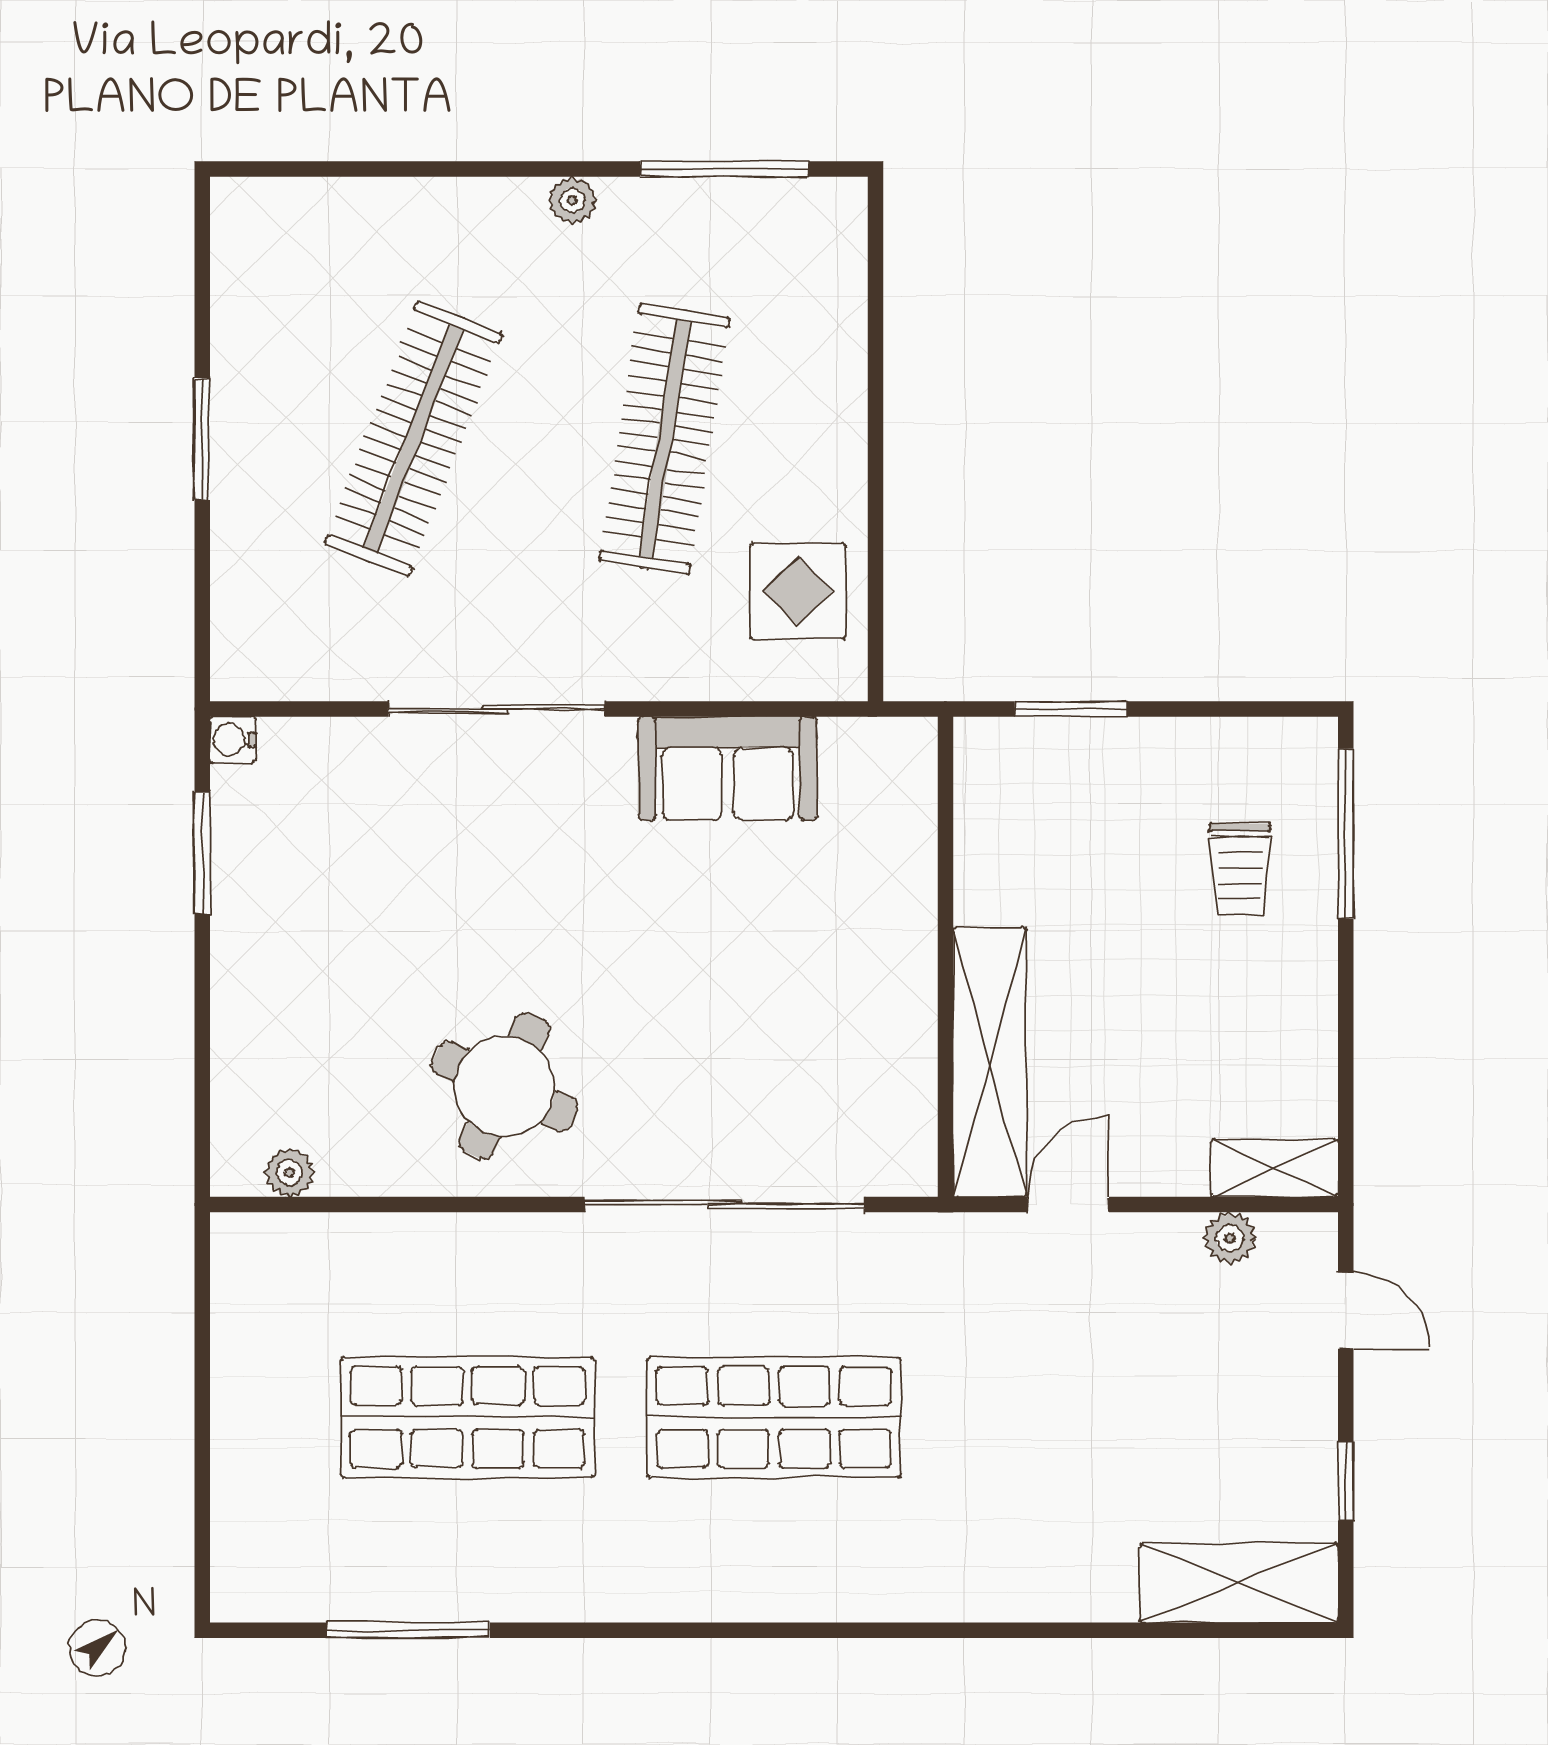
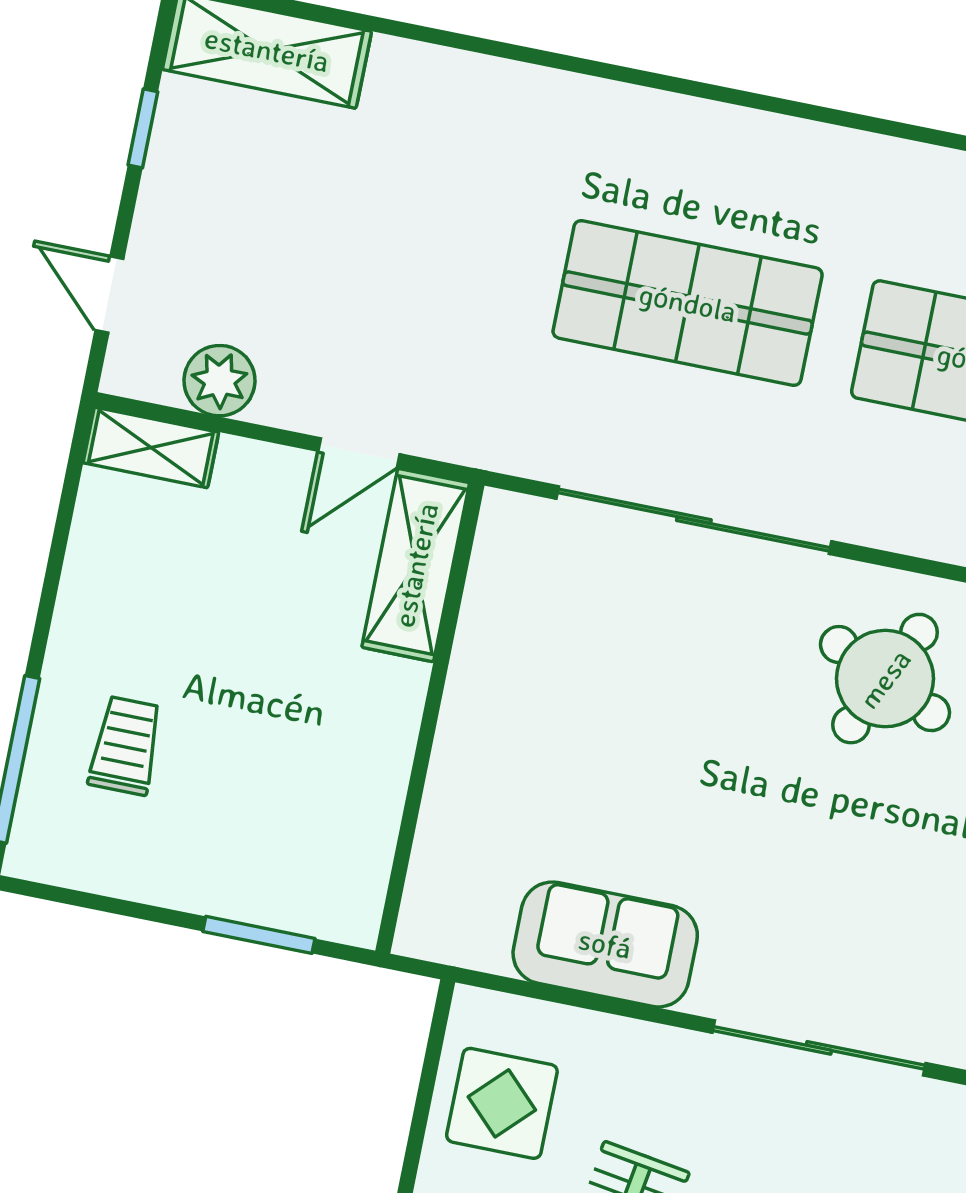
shelving: (990, 1062) -> (416, 565), width x0.68
plant: (1230, 1238) -> (219, 381), width x1.38, depth x1.38

